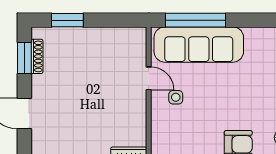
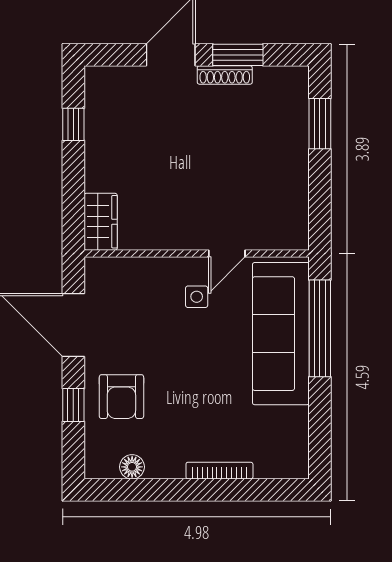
shoe rack: (37, 56) -> (225, 75), moved
window: (24, 58) -> (238, 55), moved

